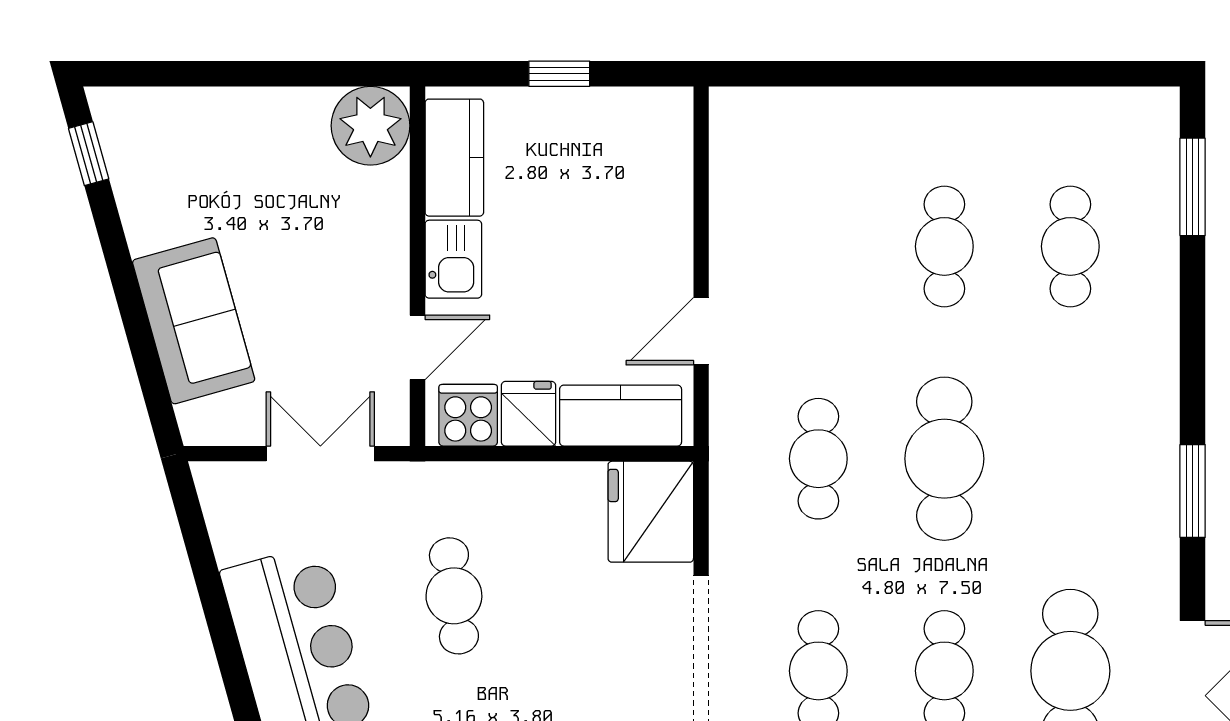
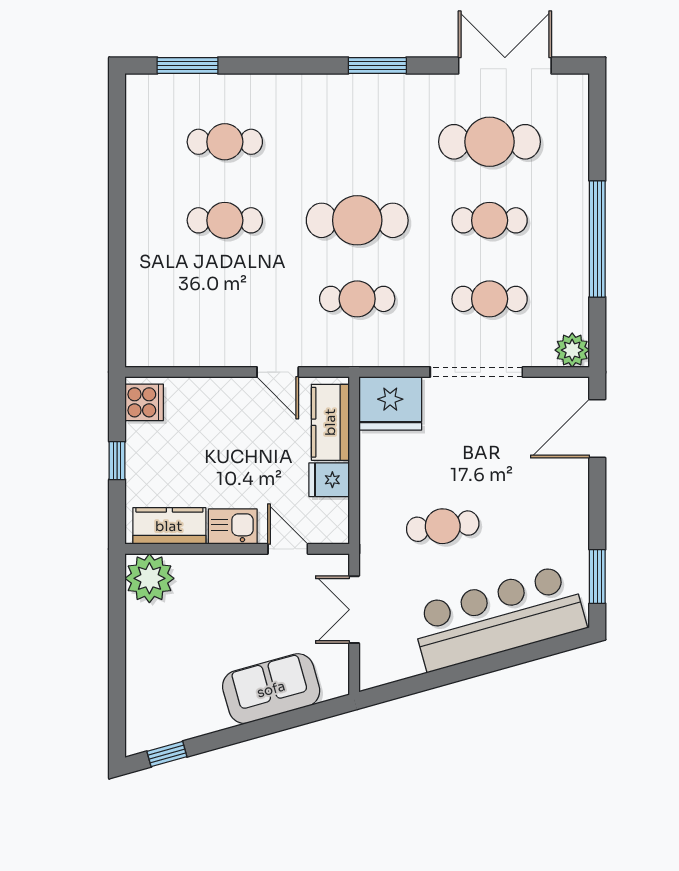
cooker: (468, 415) -> (144, 402), moved, turned 180

